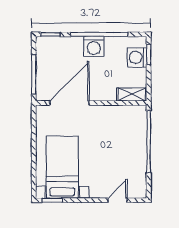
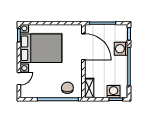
washing machine: (94, 46) -> (121, 49), moved
chair: (131, 127) -> (67, 88), added
bed with nightstands: (62, 167) -> (41, 48), width x1.36
door: (118, 200) -> (19, 79), hinge flipped

